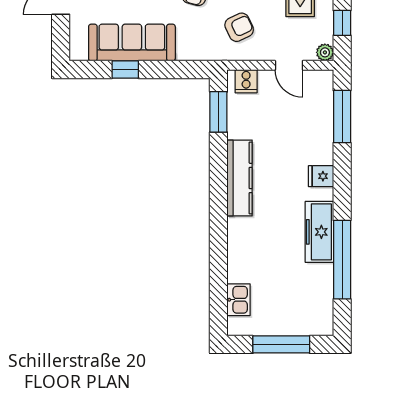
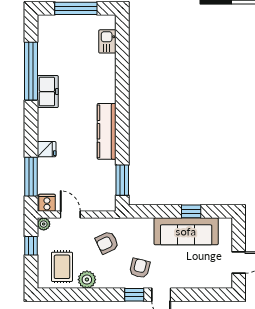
cooker: (246, 81) -> (47, 203), moved
fridge: (321, 176) -> (47, 149), moved
freezer: (319, 232) -> (48, 92), width x0.71

